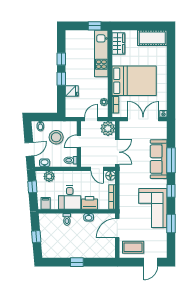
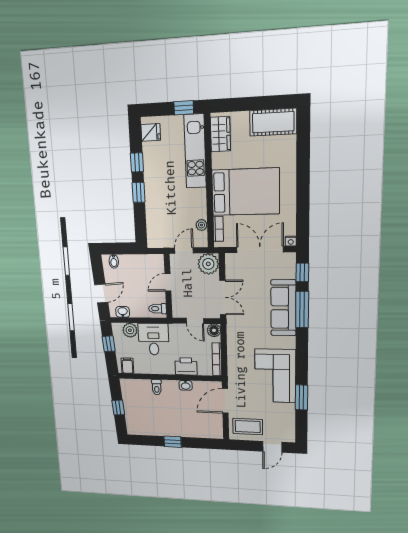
fridge: (72, 91) -> (151, 132), moved
stool: (56, 137) -> (136, 277), removed
window: (171, 191) -> (302, 273), moved
desk: (70, 197) -> (154, 339), moved, turned 180

